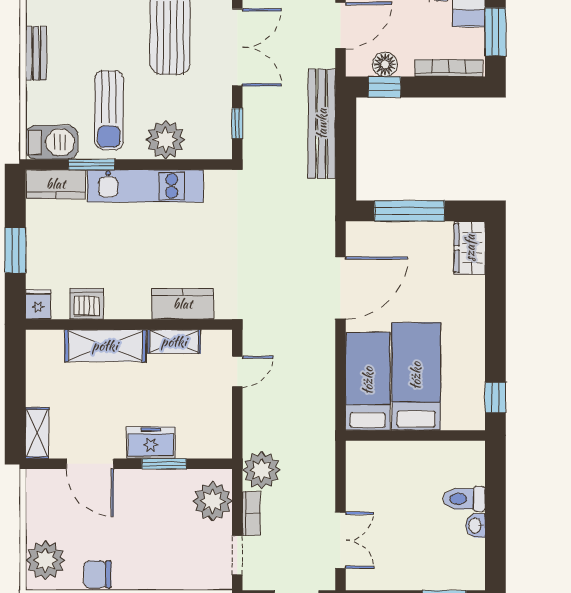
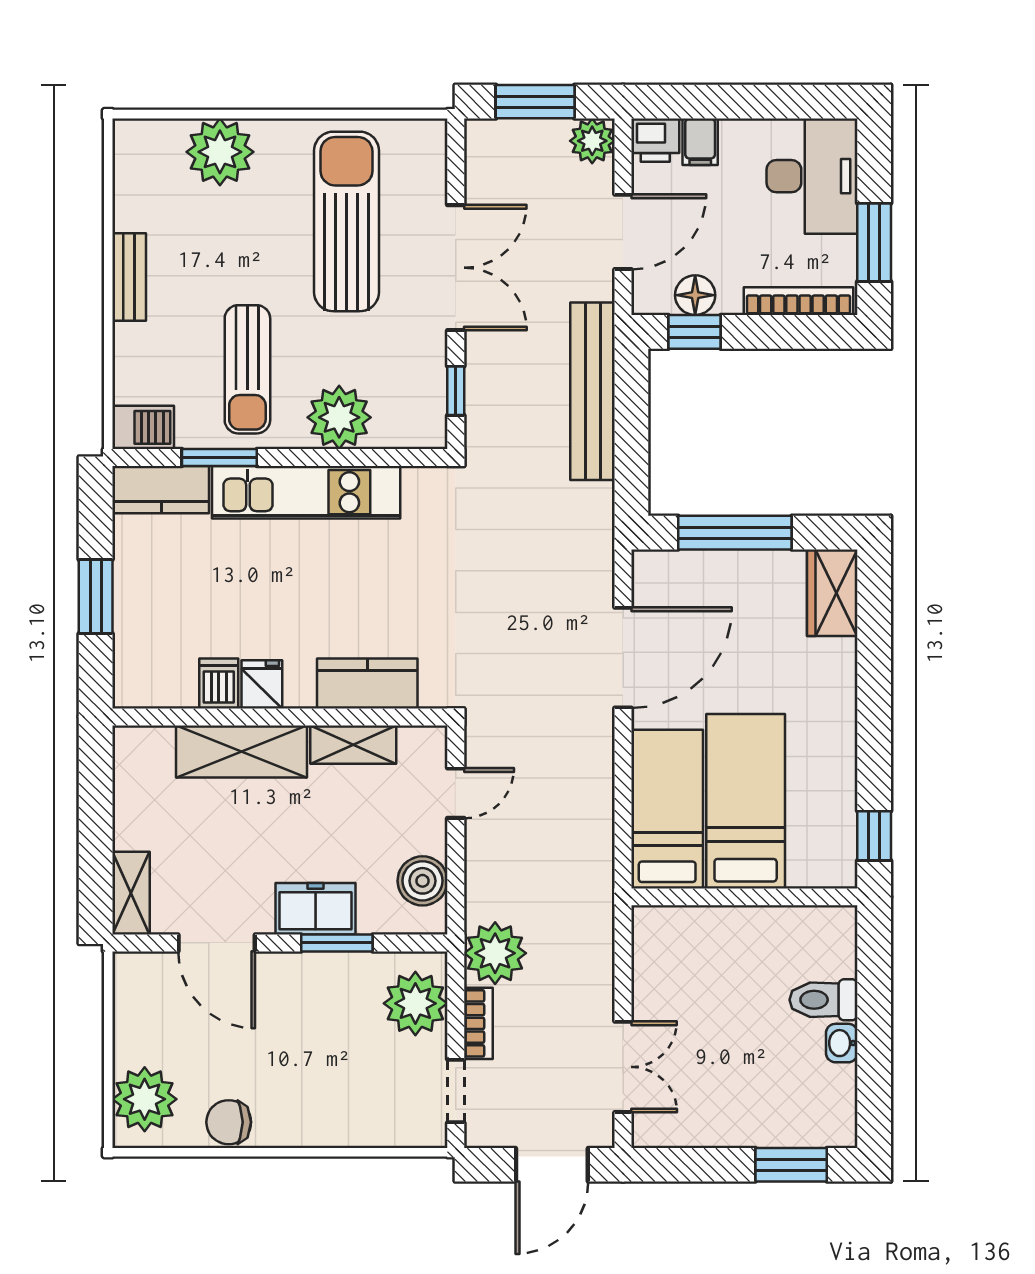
barbecue: (52, 142) -> (143, 427), width x0.73, depth x0.79
fridge: (38, 304) -> (262, 684), moved
dishwasher: (87, 304) -> (219, 683), width x0.73
boiler: (217, 426) -> (423, 881), added

